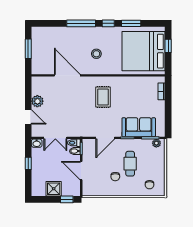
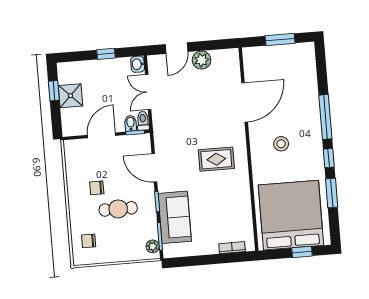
window: (67, 199) -> (54, 91), moved

